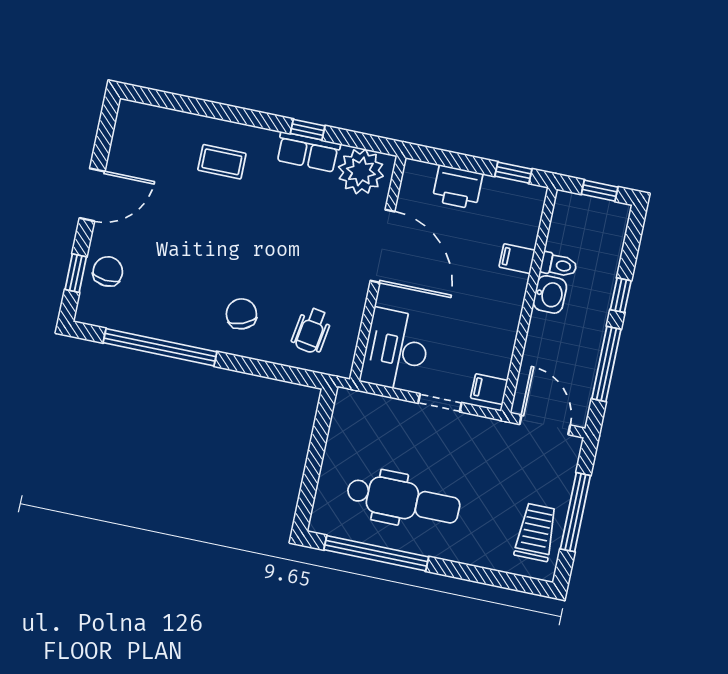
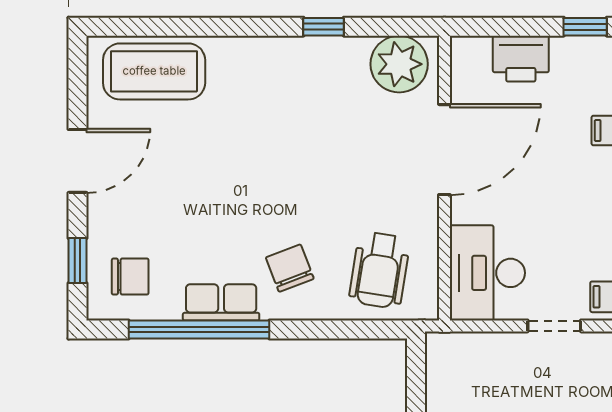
row of seats: (308, 152) -> (221, 302), moved, turned 180
coffee table: (222, 162) -> (154, 71), moved, width x1.86, depth x1.72
door: (383, 246) -> (444, 150), hinge flipped
chair: (108, 271) -> (130, 277), moved, turned 85
wheelchair: (312, 330) -> (379, 270), width x1.36, depth x1.37

